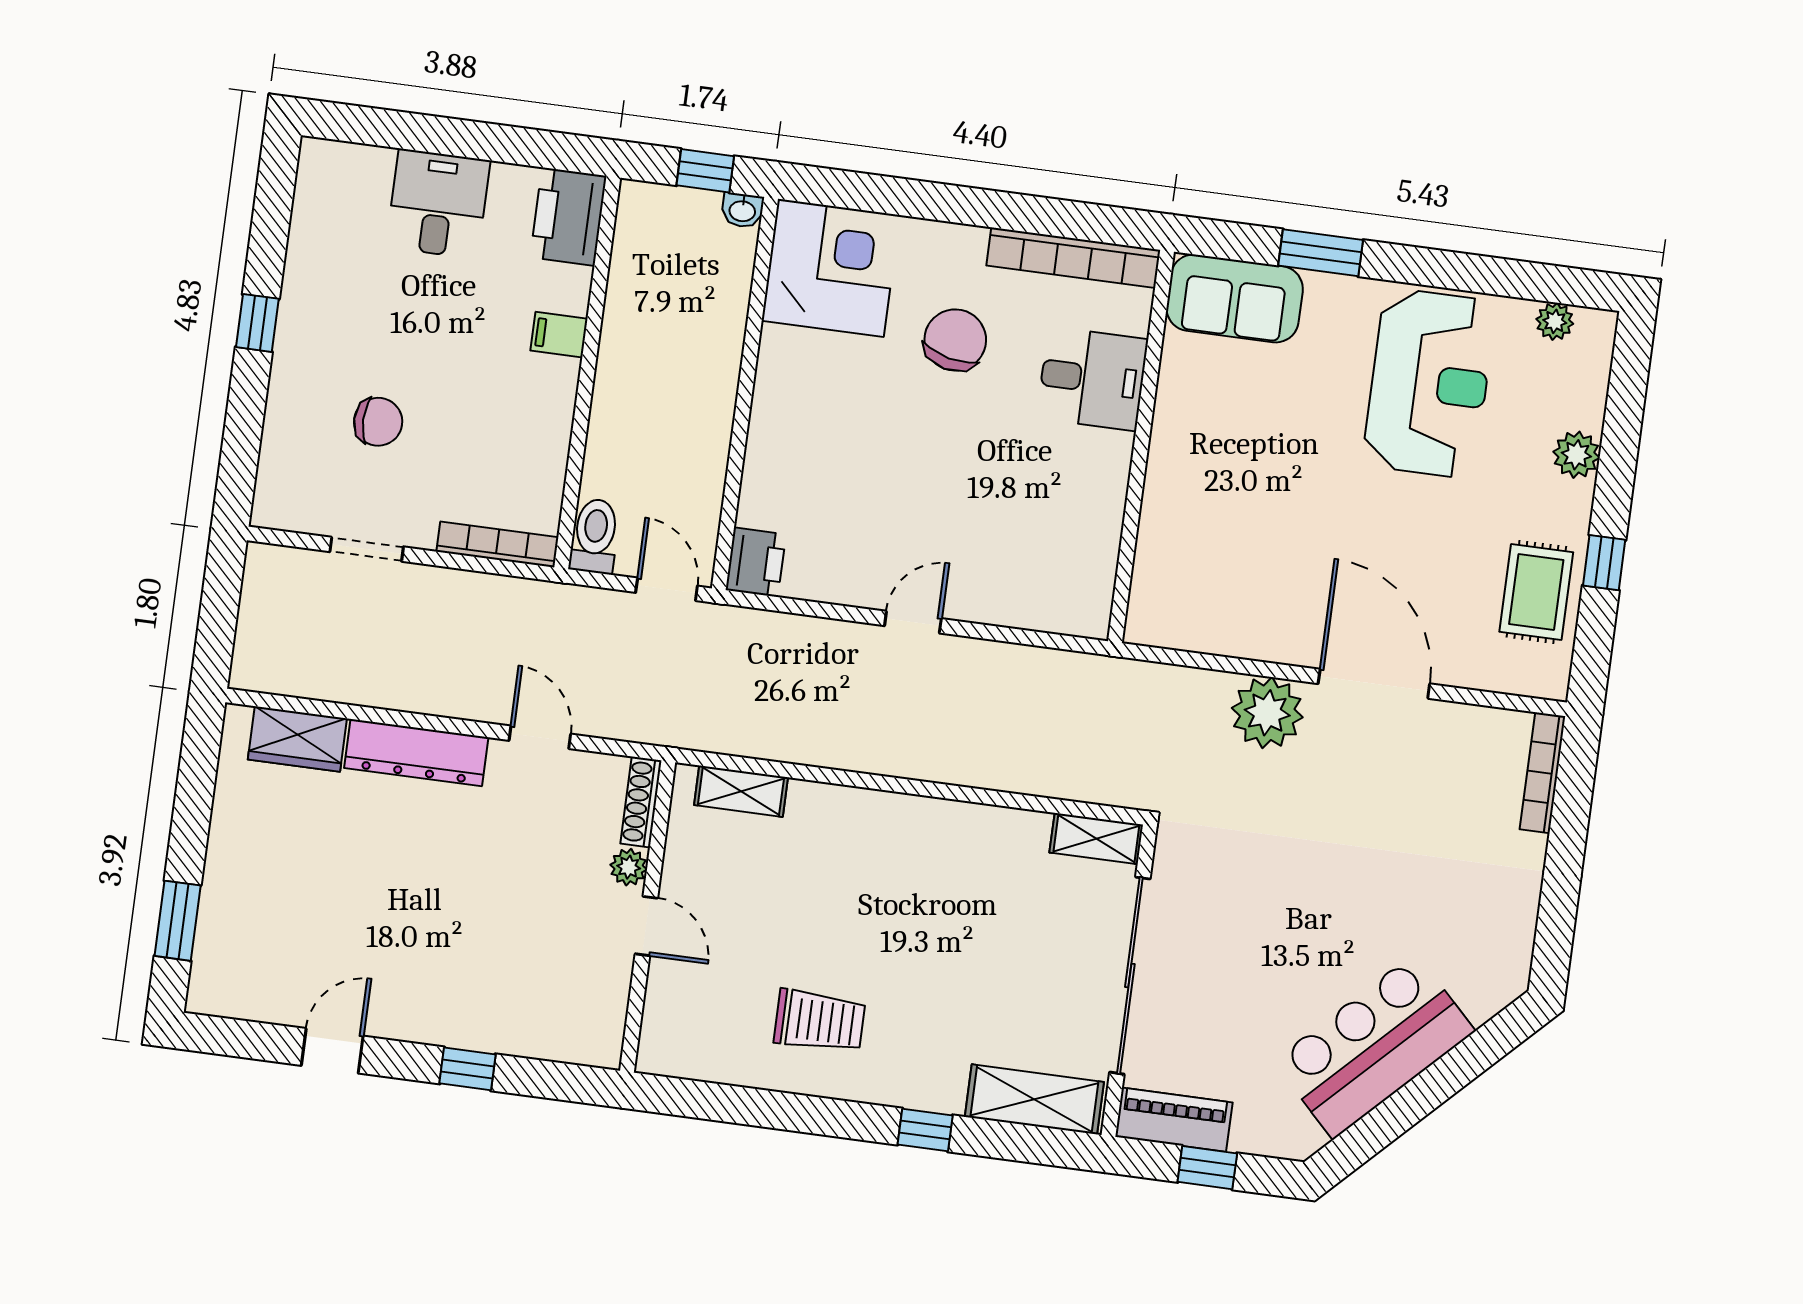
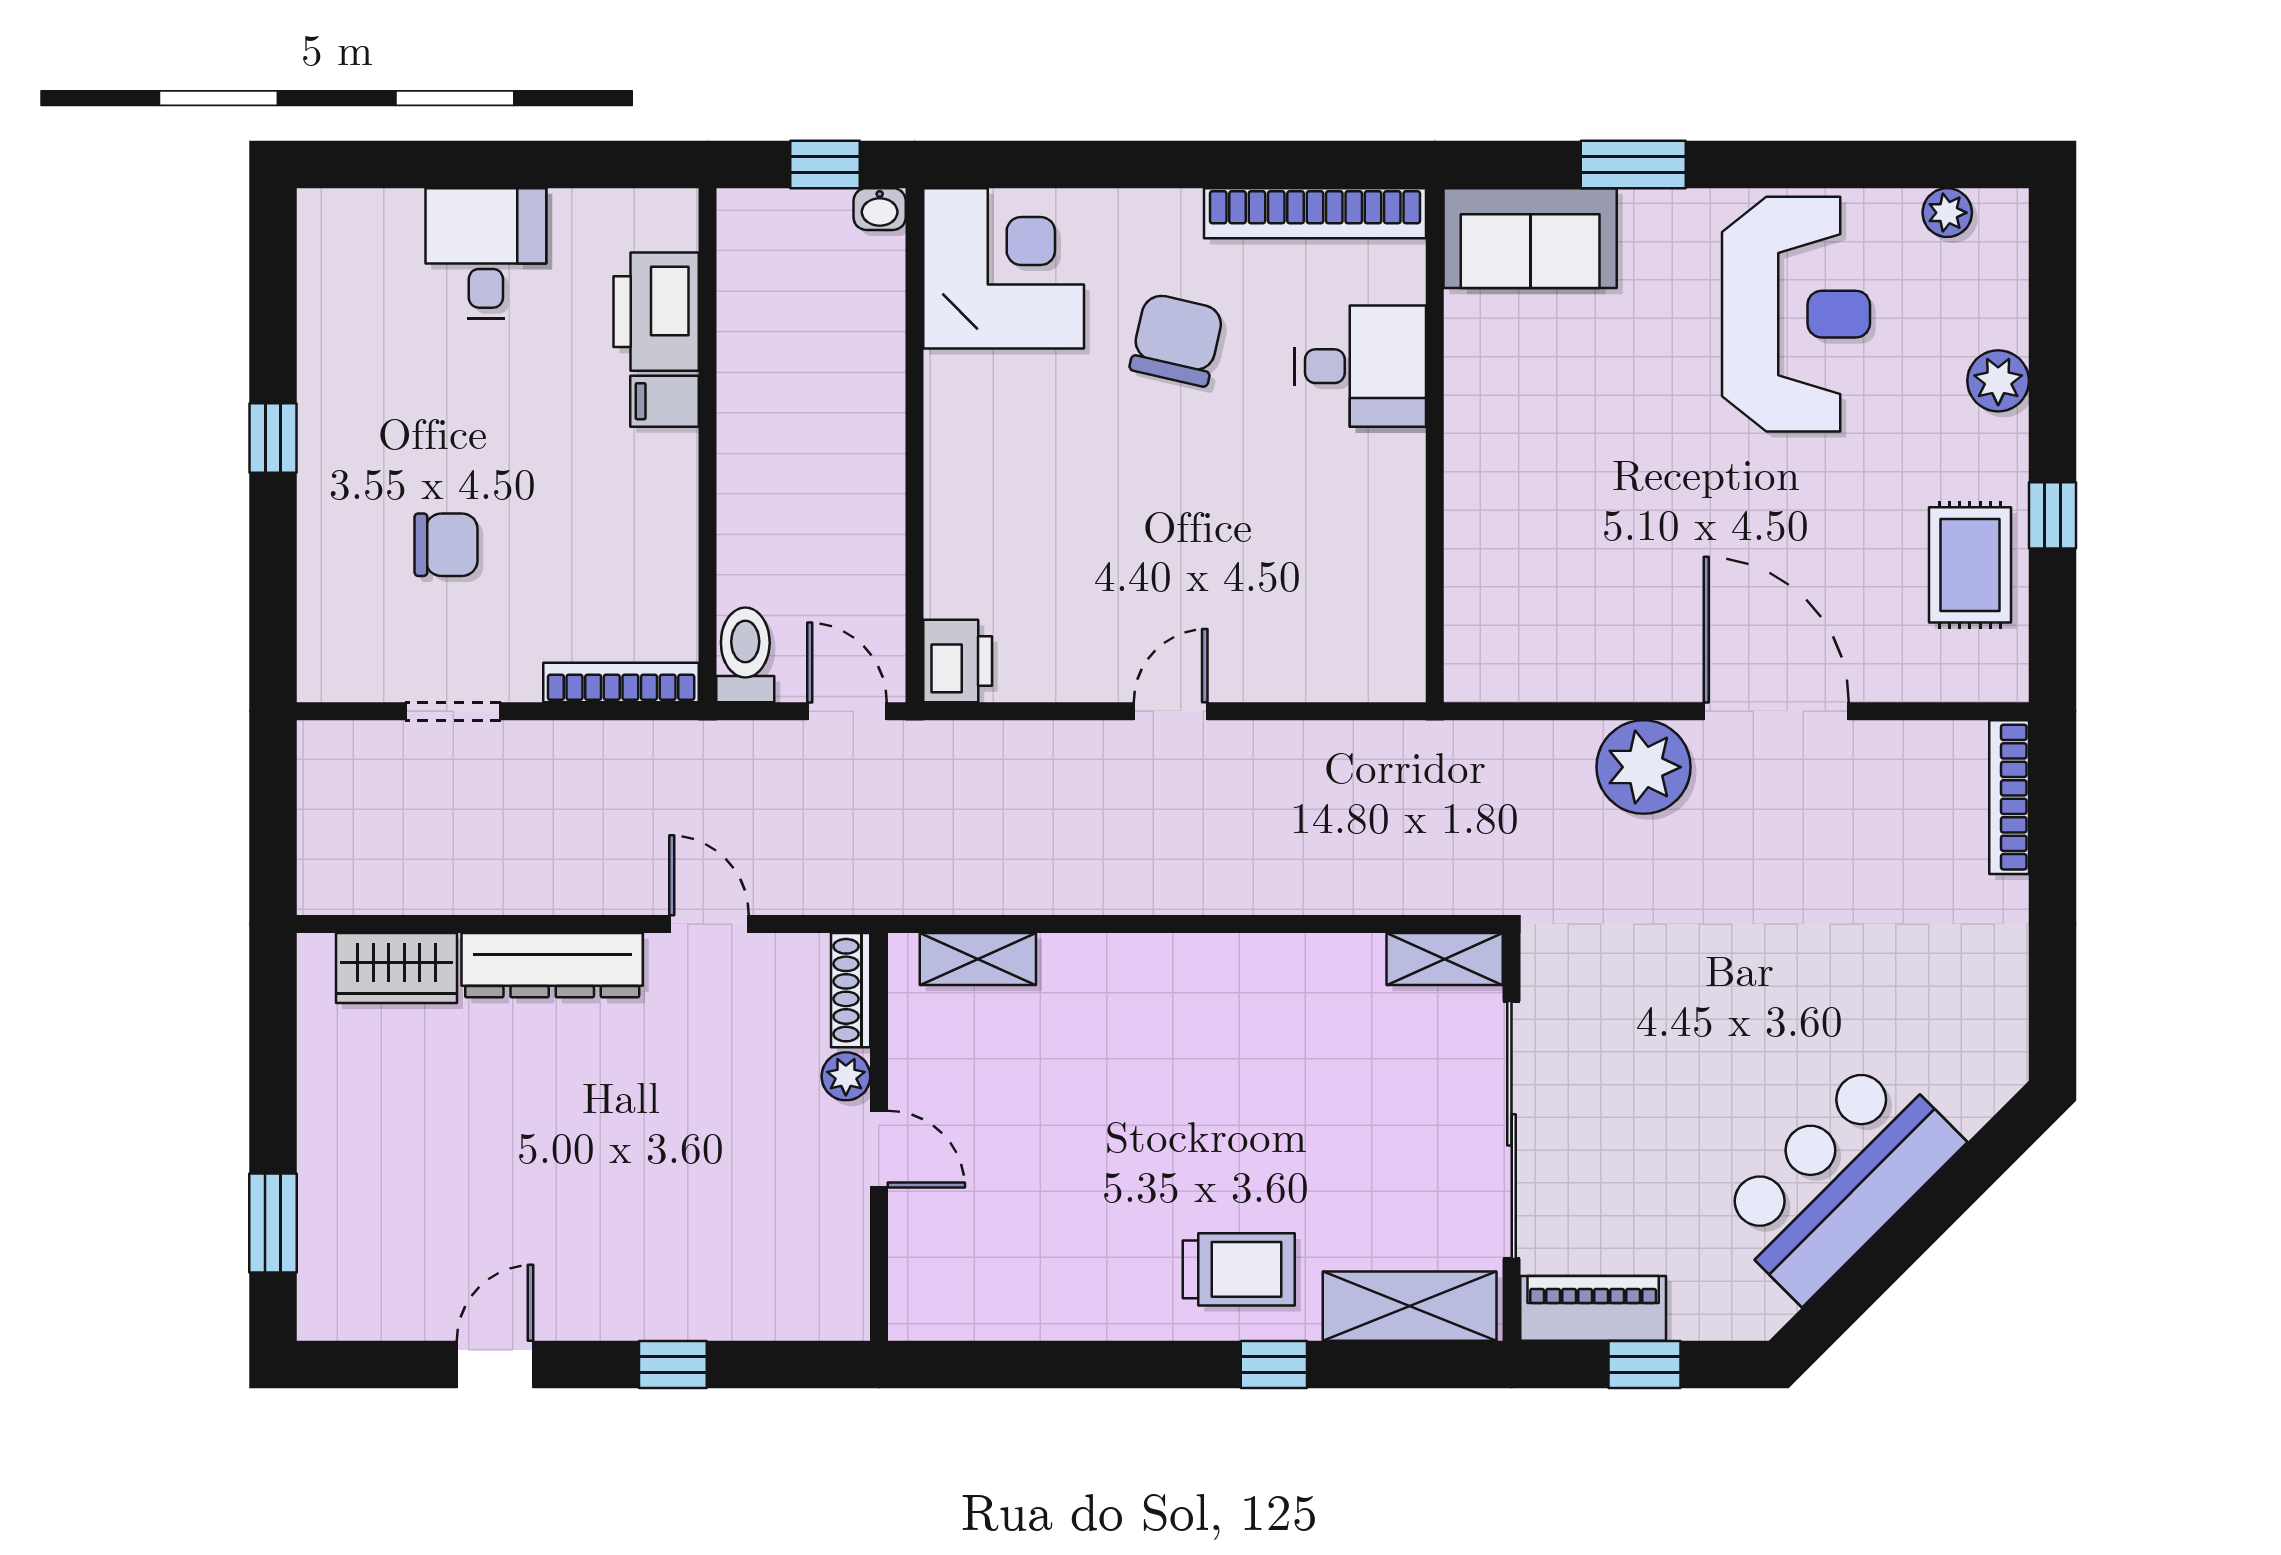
printer: (568, 217) -> (656, 312), moved
trolley: (820, 1021) -> (1239, 1269), moved

